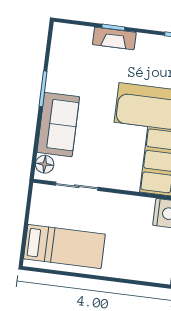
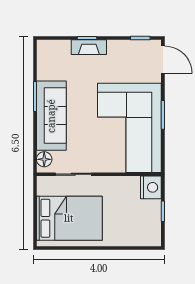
sofa: (58, 125) -> (51, 116), width x1.36
bed: (64, 246) -> (69, 218), width x1.50

